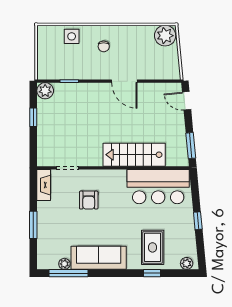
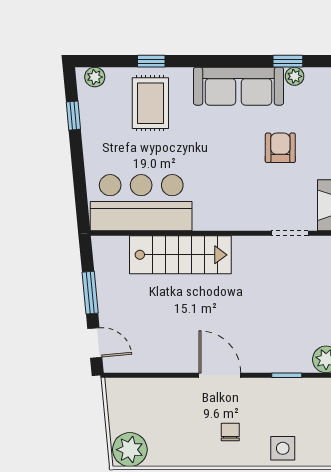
door: (124, 81) -> (220, 375), moved
window: (191, 146) -> (90, 293), moved
armchair: (89, 200) -> (280, 148), moved
window: (198, 221) -> (73, 116), moved
window: (69, 273) -> (288, 61), width x0.46

